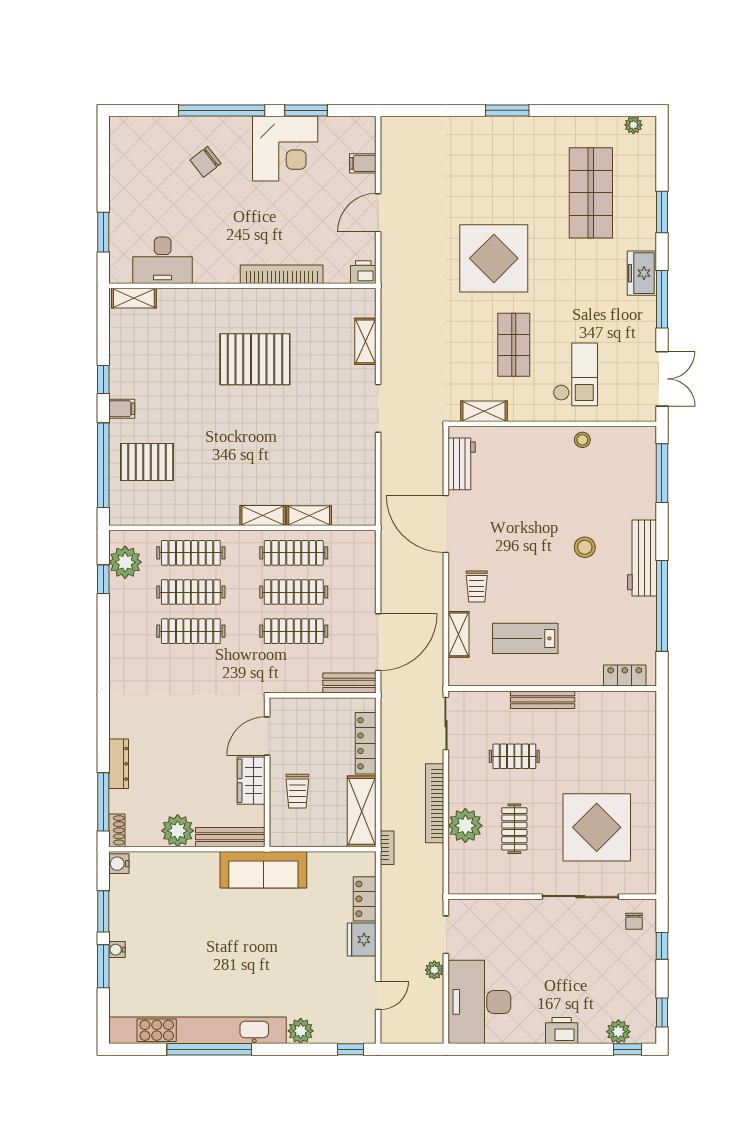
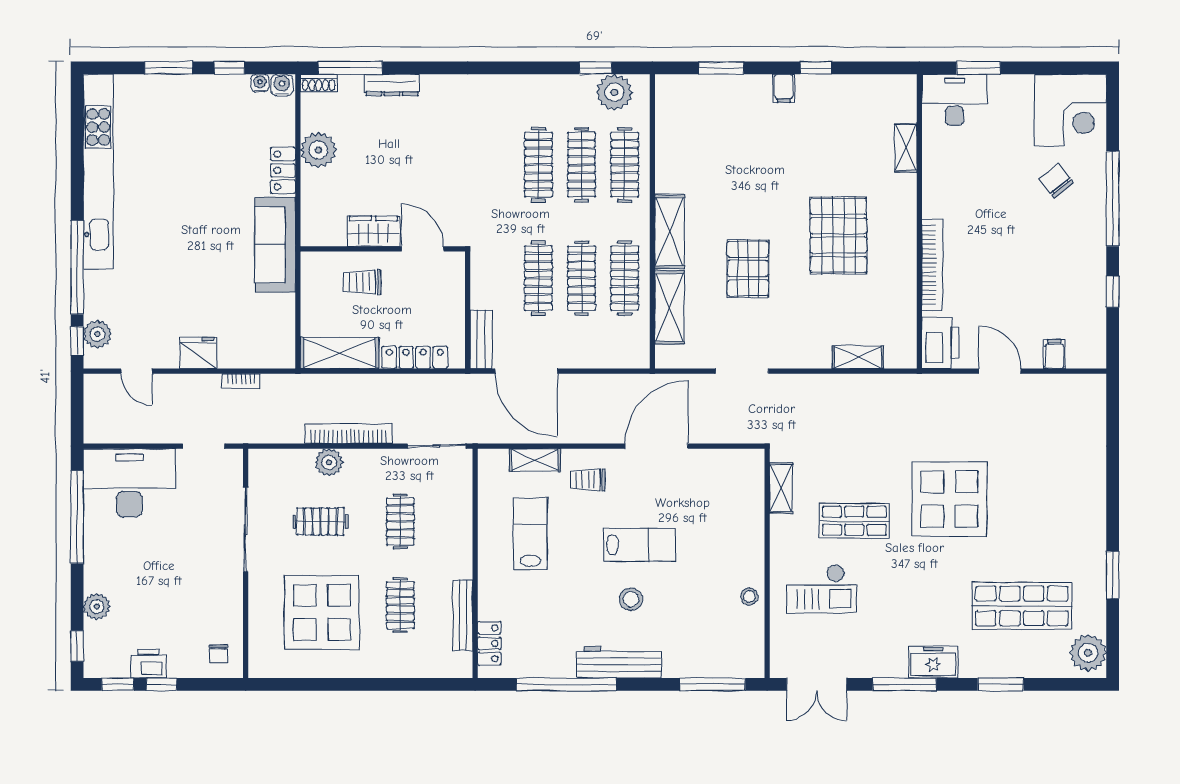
window: (306, 110) -> (1113, 292), width x0.67
window: (507, 110) -> (1113, 575), moved
plant: (633, 125) -> (1088, 653), width x1.87, depth x1.87
corner desk: (285, 149) -> (1071, 110), moved, turned -90
desk: (163, 260) -> (954, 100), moved, turned 90
printer: (363, 272) -> (940, 343), width x1.87, depth x1.48
shelving: (134, 298) -> (906, 147), moved
doorway: (378, 408) -> (742, 371), moved
pallet: (147, 462) -> (748, 269), moved
workbench: (462, 464) -> (723, 463), removed
window: (103, 465) -> (721, 68), width x0.47
shelving: (263, 515) -> (670, 231), width x1.50, depth x1.33
shelving: (309, 516) -> (669, 307), width x1.50, depth x1.33
lab bench: (535, 539) -> (640, 545), added
bench: (543, 700) -> (463, 615), moved
clothes rail: (590, 756) -> (400, 605), added
plant: (465, 826) -> (329, 462), width x0.73, depth x0.73
bench: (230, 837) -> (311, 208), removed
bookcase: (387, 848) -> (241, 381), moved
sliding door: (580, 897) -> (246, 530), moved
locker: (365, 899) -> (283, 170), moved, turned -90
window: (103, 911) -> (229, 68), width x0.67
chair: (634, 921) -> (218, 654), turned -90
window: (662, 946) -> (162, 684), moved
water cooler: (117, 950) -> (260, 83), moved
plant: (434, 970) -> (165, 433), removed
printer: (562, 1030) -> (149, 664), moved, turned -90
plant: (301, 1031) -> (97, 334), moved
plant: (618, 1032) -> (97, 607), moved
window: (209, 1049) -> (77, 267), moved
window: (510, 1049) -> (77, 517), added

